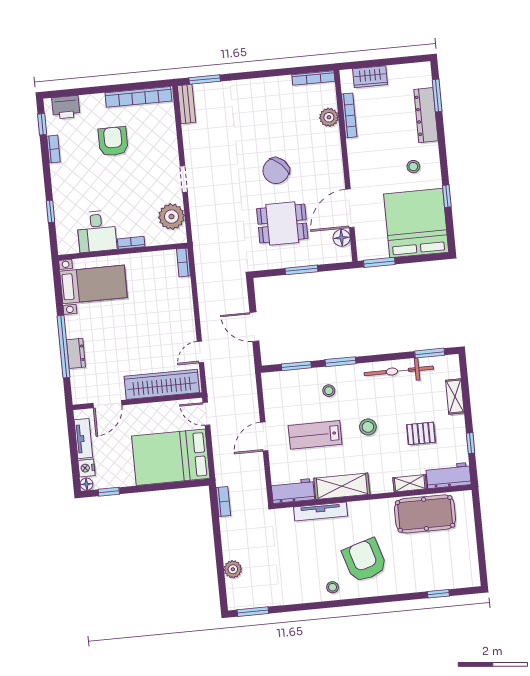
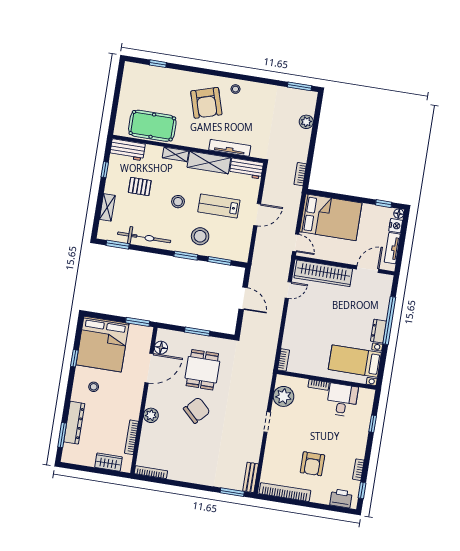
plant: (329, 117) -> (151, 415), moved
dining table: (282, 224) -> (202, 370), turned 90
dresser: (76, 353) -> (378, 331), moved
stool: (329, 391) -> (200, 236), width x1.89, depth x1.89
lab bench: (315, 435) -> (219, 206), turned 180
shelving: (410, 483) -> (175, 154), moved

